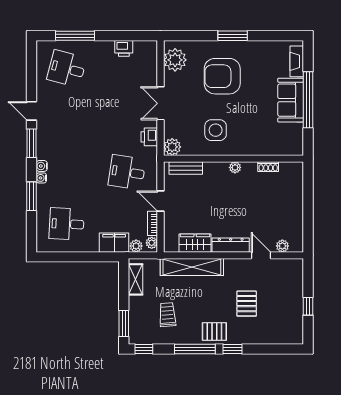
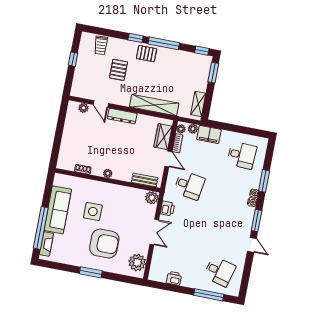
sofa: (291, 100) -> (58, 210), width x1.36
window: (308, 100) -> (41, 228), moved
side table: (216, 130) -> (93, 212), moved
wardrobe: (195, 243) -> (163, 137), moved, turned 90
trolley: (167, 315) -> (101, 45), moved

